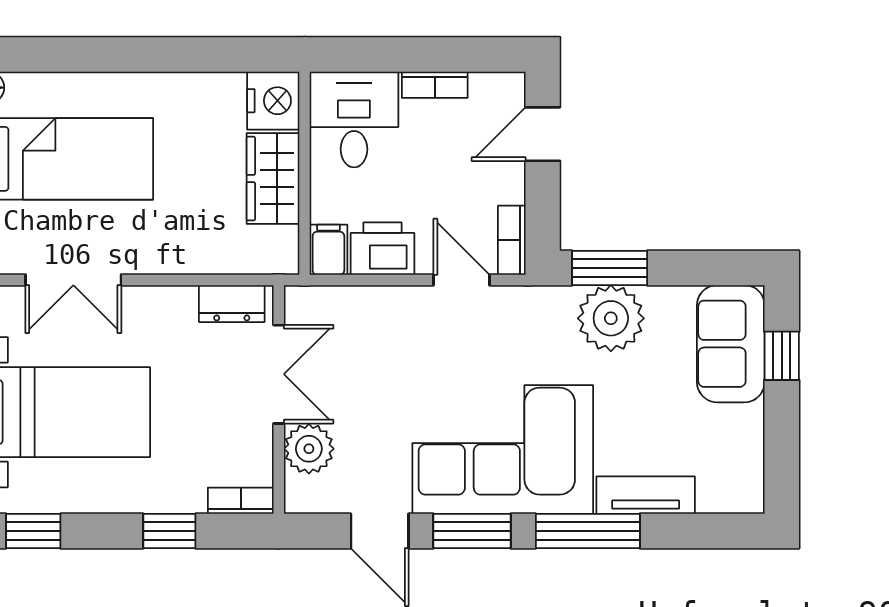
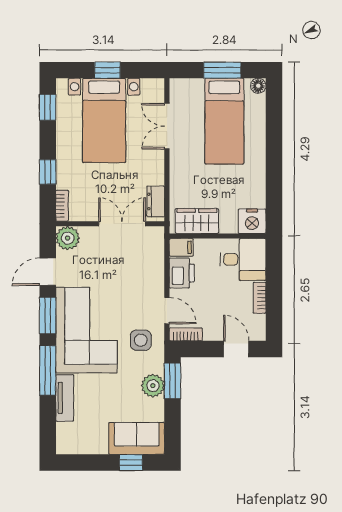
wardrobe: (273, 179) -> (197, 221), moved
door: (462, 280) -> (167, 311), hinge flipped
plant: (611, 318) -> (153, 386), width x0.73, depth x0.73
side table: (524, 335) -> (141, 340), added
double door: (279, 374) -> (122, 224), swing flipped
plant: (309, 449) -> (68, 238), moved

